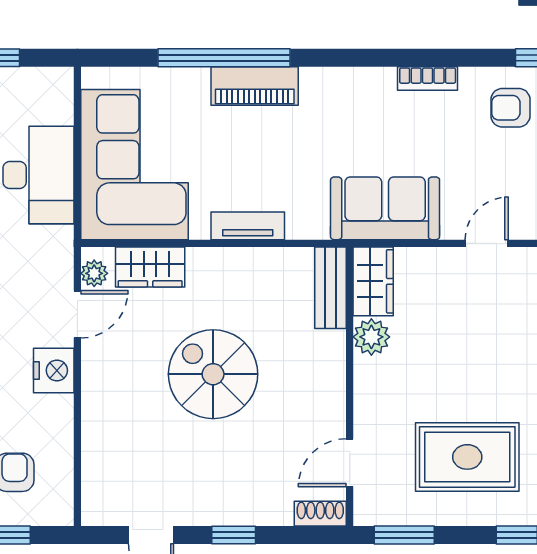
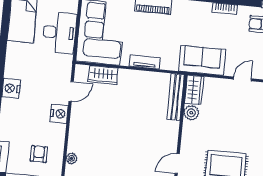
plant: (94, 273) -> (72, 158), moved
bench: (330, 288) -> (176, 97), width x1.36
spiral stairs: (213, 374) -> (125, 122), removed

